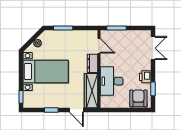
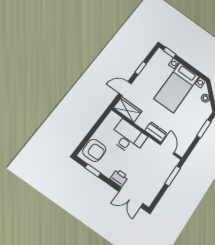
door: (99, 46) -> (167, 149), swing flipped
printer: (145, 77) -> (119, 178), moved
wardrobe: (91, 91) -> (128, 110), width x0.67

